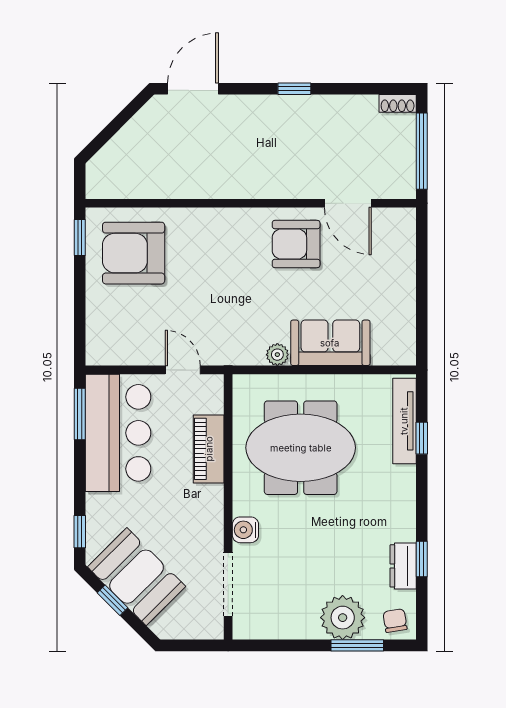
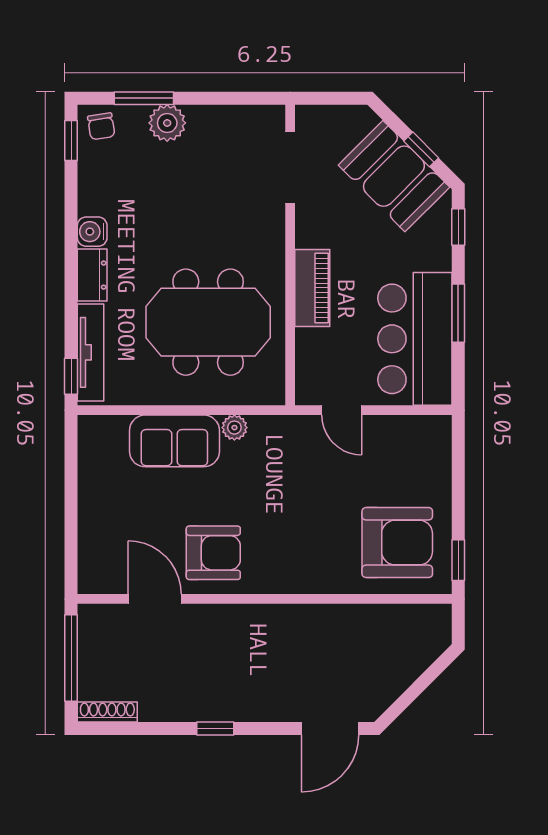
shoe rack: (398, 103) -> (107, 712), width x1.43
window: (80, 414) -> (458, 313), moved
window: (422, 438) -> (71, 376), moved
piano: (209, 449) -> (312, 288), moved
water cooler: (245, 530) -> (92, 232), moved, turned 180
window: (422, 559) -> (71, 141), moved
dresser: (403, 566) -> (92, 275), moved
plant: (343, 618) -> (167, 123), width x0.73, depth x0.73

